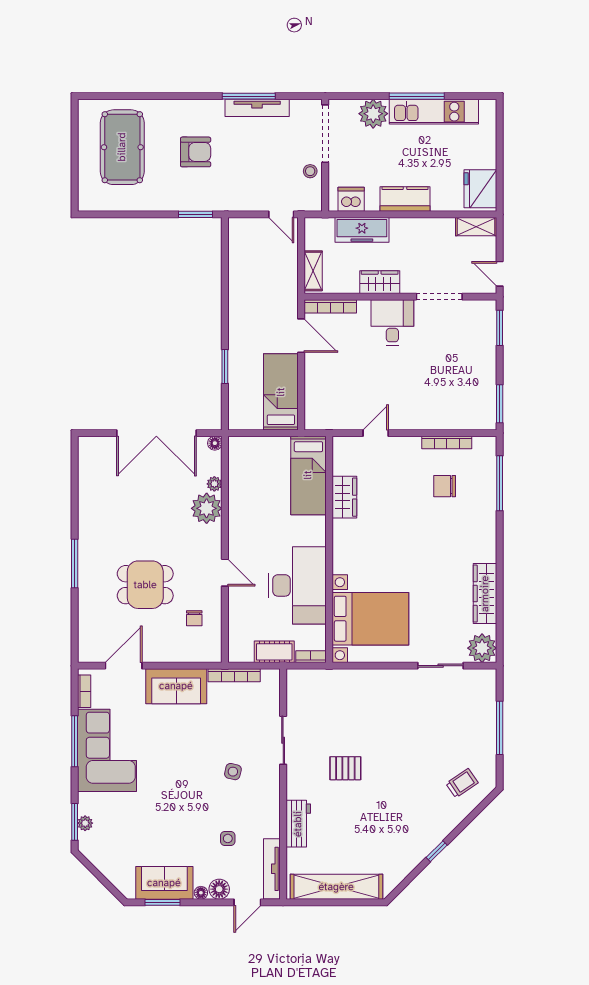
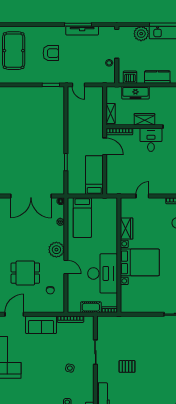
door: (281, 214) -> (78, 85), moved
bed: (308, 475) -> (82, 218), moved
plant: (207, 508) -> (56, 250), moved
bed with nightstands: (370, 619) -> (140, 262), moved

